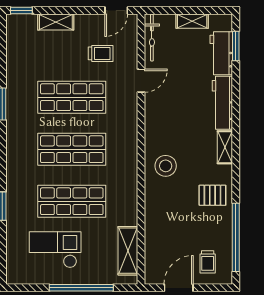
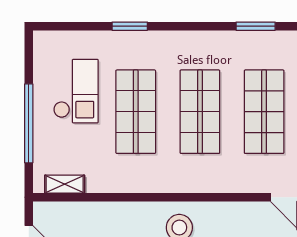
shelving: (128, 251) -> (65, 184), width x0.67, depth x0.75

